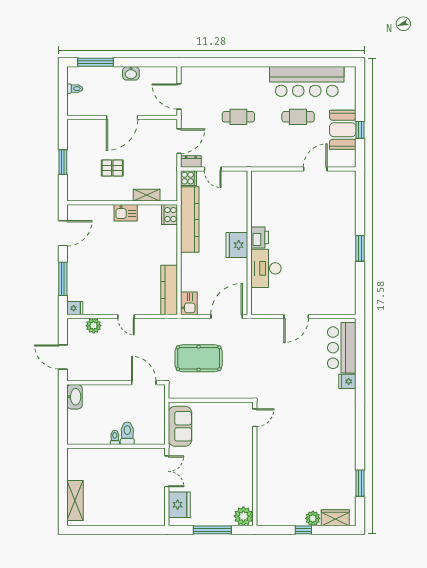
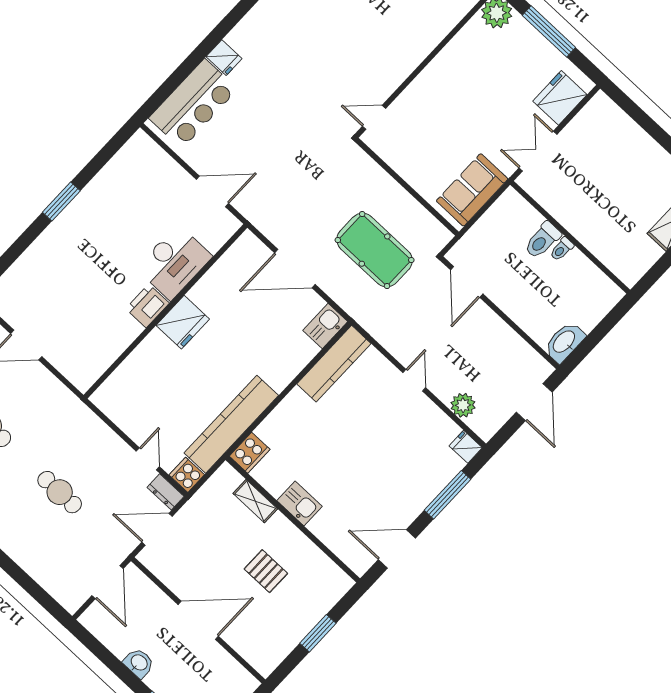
printer: (260, 238) -> (147, 306), moved
wall: (249, 243) -> (165, 311), moved
fridge: (237, 245) -> (183, 322), moved
desk: (266, 268) -> (174, 262), moved

